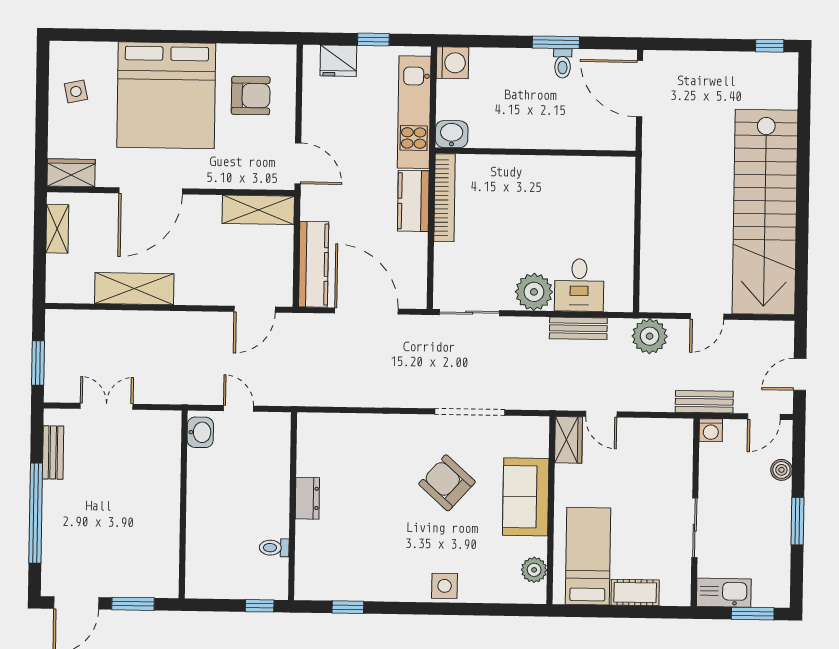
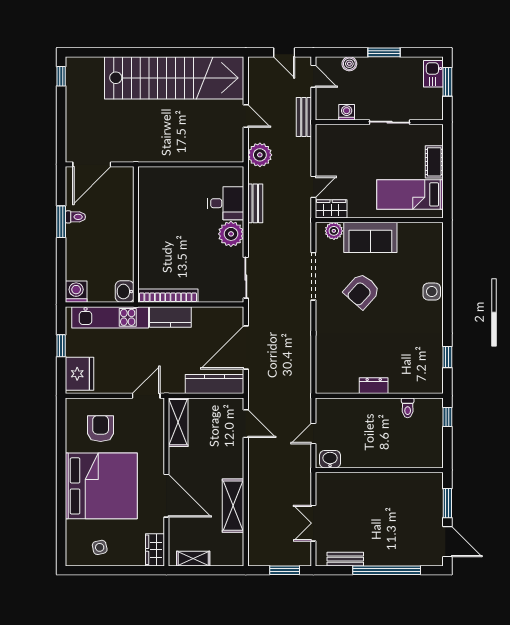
fridge: (338, 61) -> (80, 374), width x1.36, depth x1.34
washing machine: (711, 430) -> (347, 112), moved, turned -90
plant: (534, 570) -> (334, 231), moved
kitchen sink: (724, 593) -> (433, 74), moved, width x0.73

